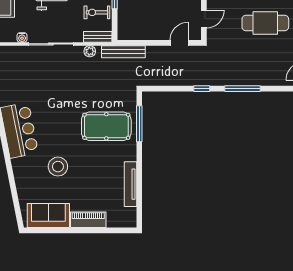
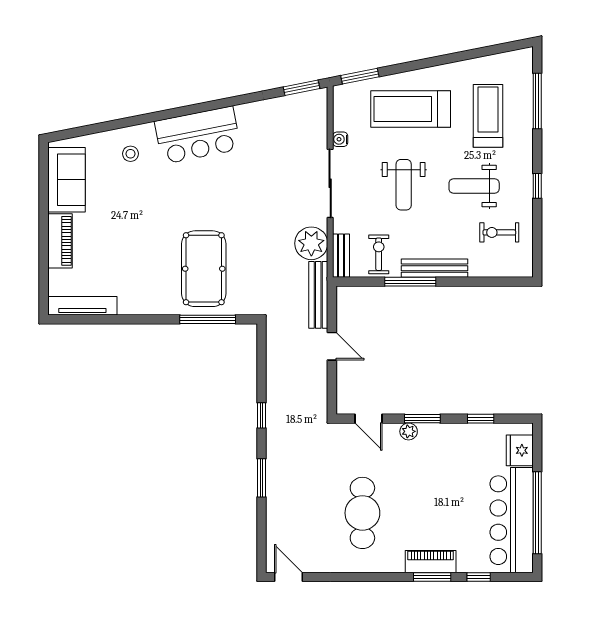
door: (179, 43) -> (332, 346), moved
plant: (90, 51) -> (311, 243), width x1.88, depth x1.88
window: (242, 89) -> (262, 478), width x0.69
stool: (58, 167) -> (130, 154), moved, width x0.53, depth x0.53
tv unit: (130, 184) -> (82, 306), moved

